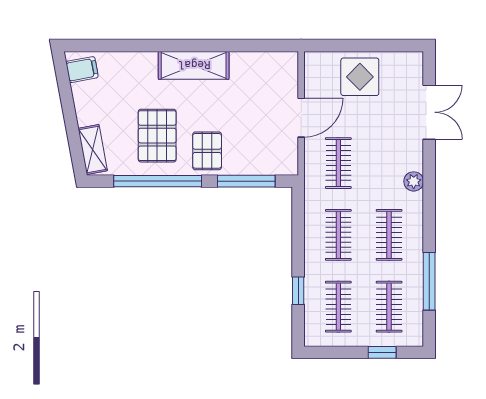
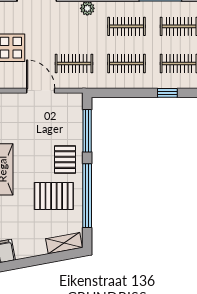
pallet: (207, 151) -> (65, 160), turned 90

